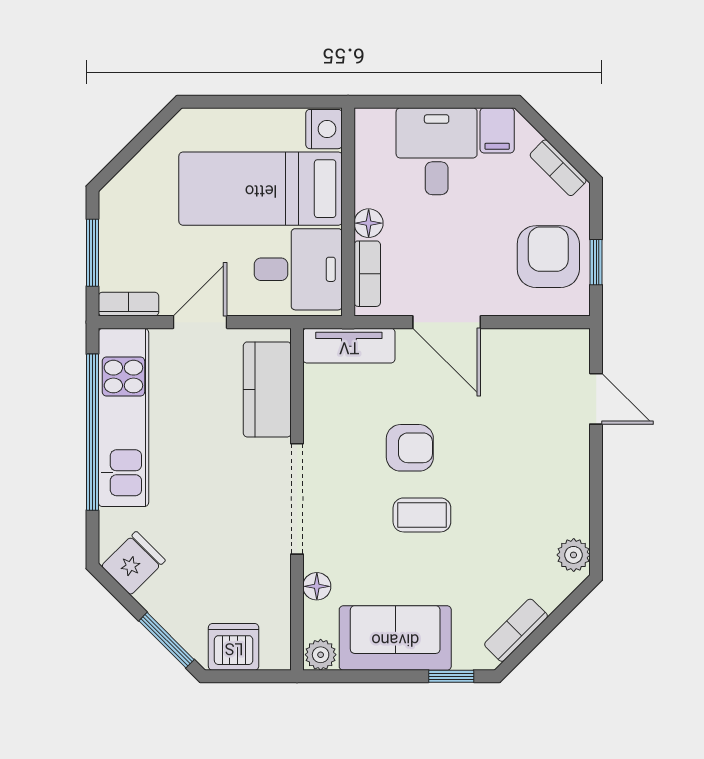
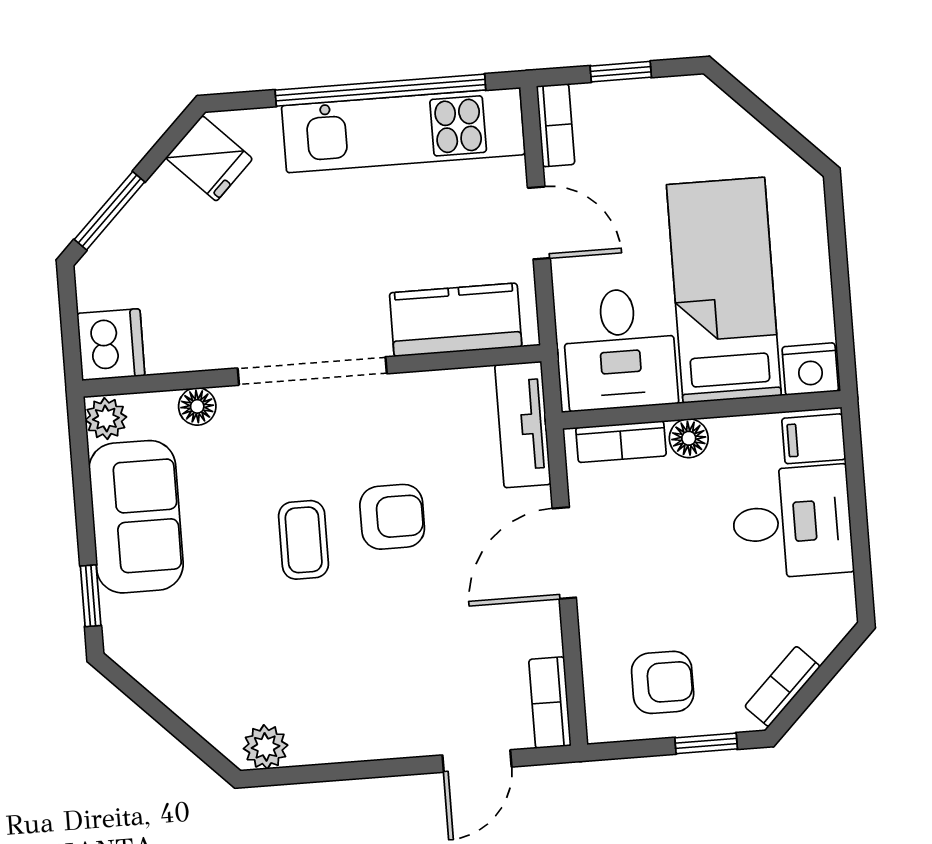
filing cabinet: (497, 130) -> (814, 439), moved
window: (92, 253) -> (621, 72), width x0.67
armchair: (548, 257) -> (663, 682), width x0.72, depth x0.72
window: (596, 262) -> (706, 743), moved
armchair: (410, 448) -> (392, 517), turned -90
bookcase: (516, 630) -> (550, 703), moved, turned -135
dishwasher: (234, 647) -> (111, 345), moved

